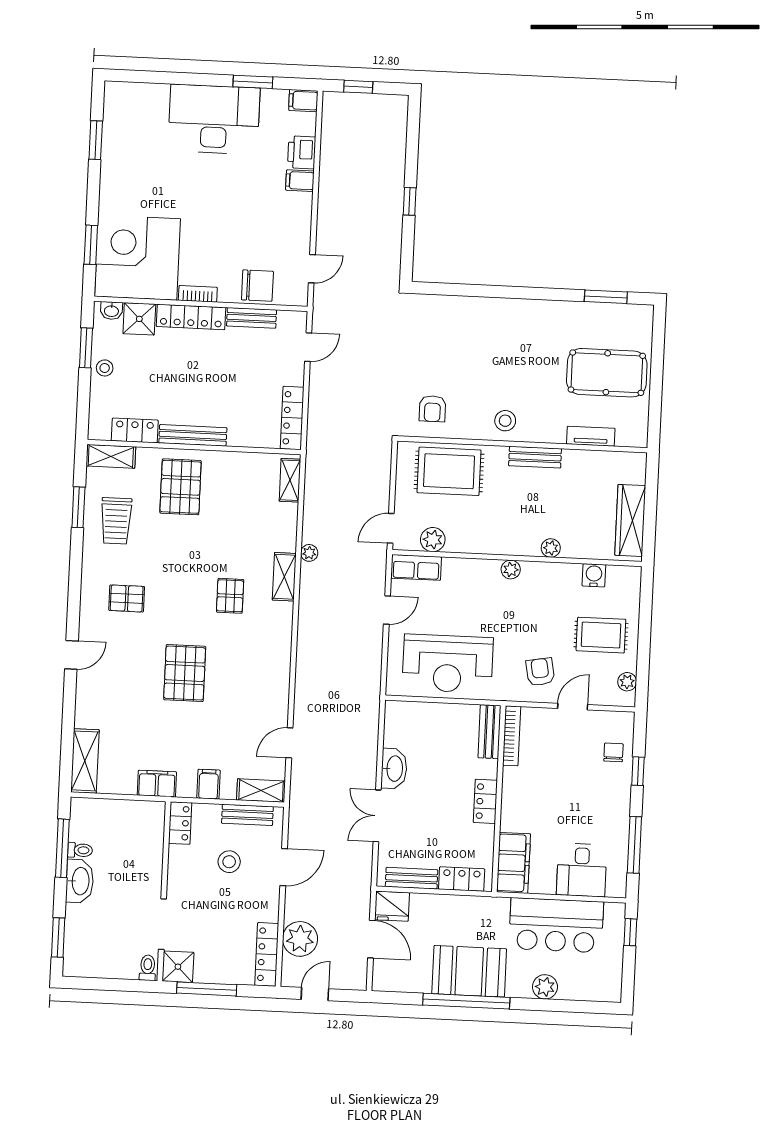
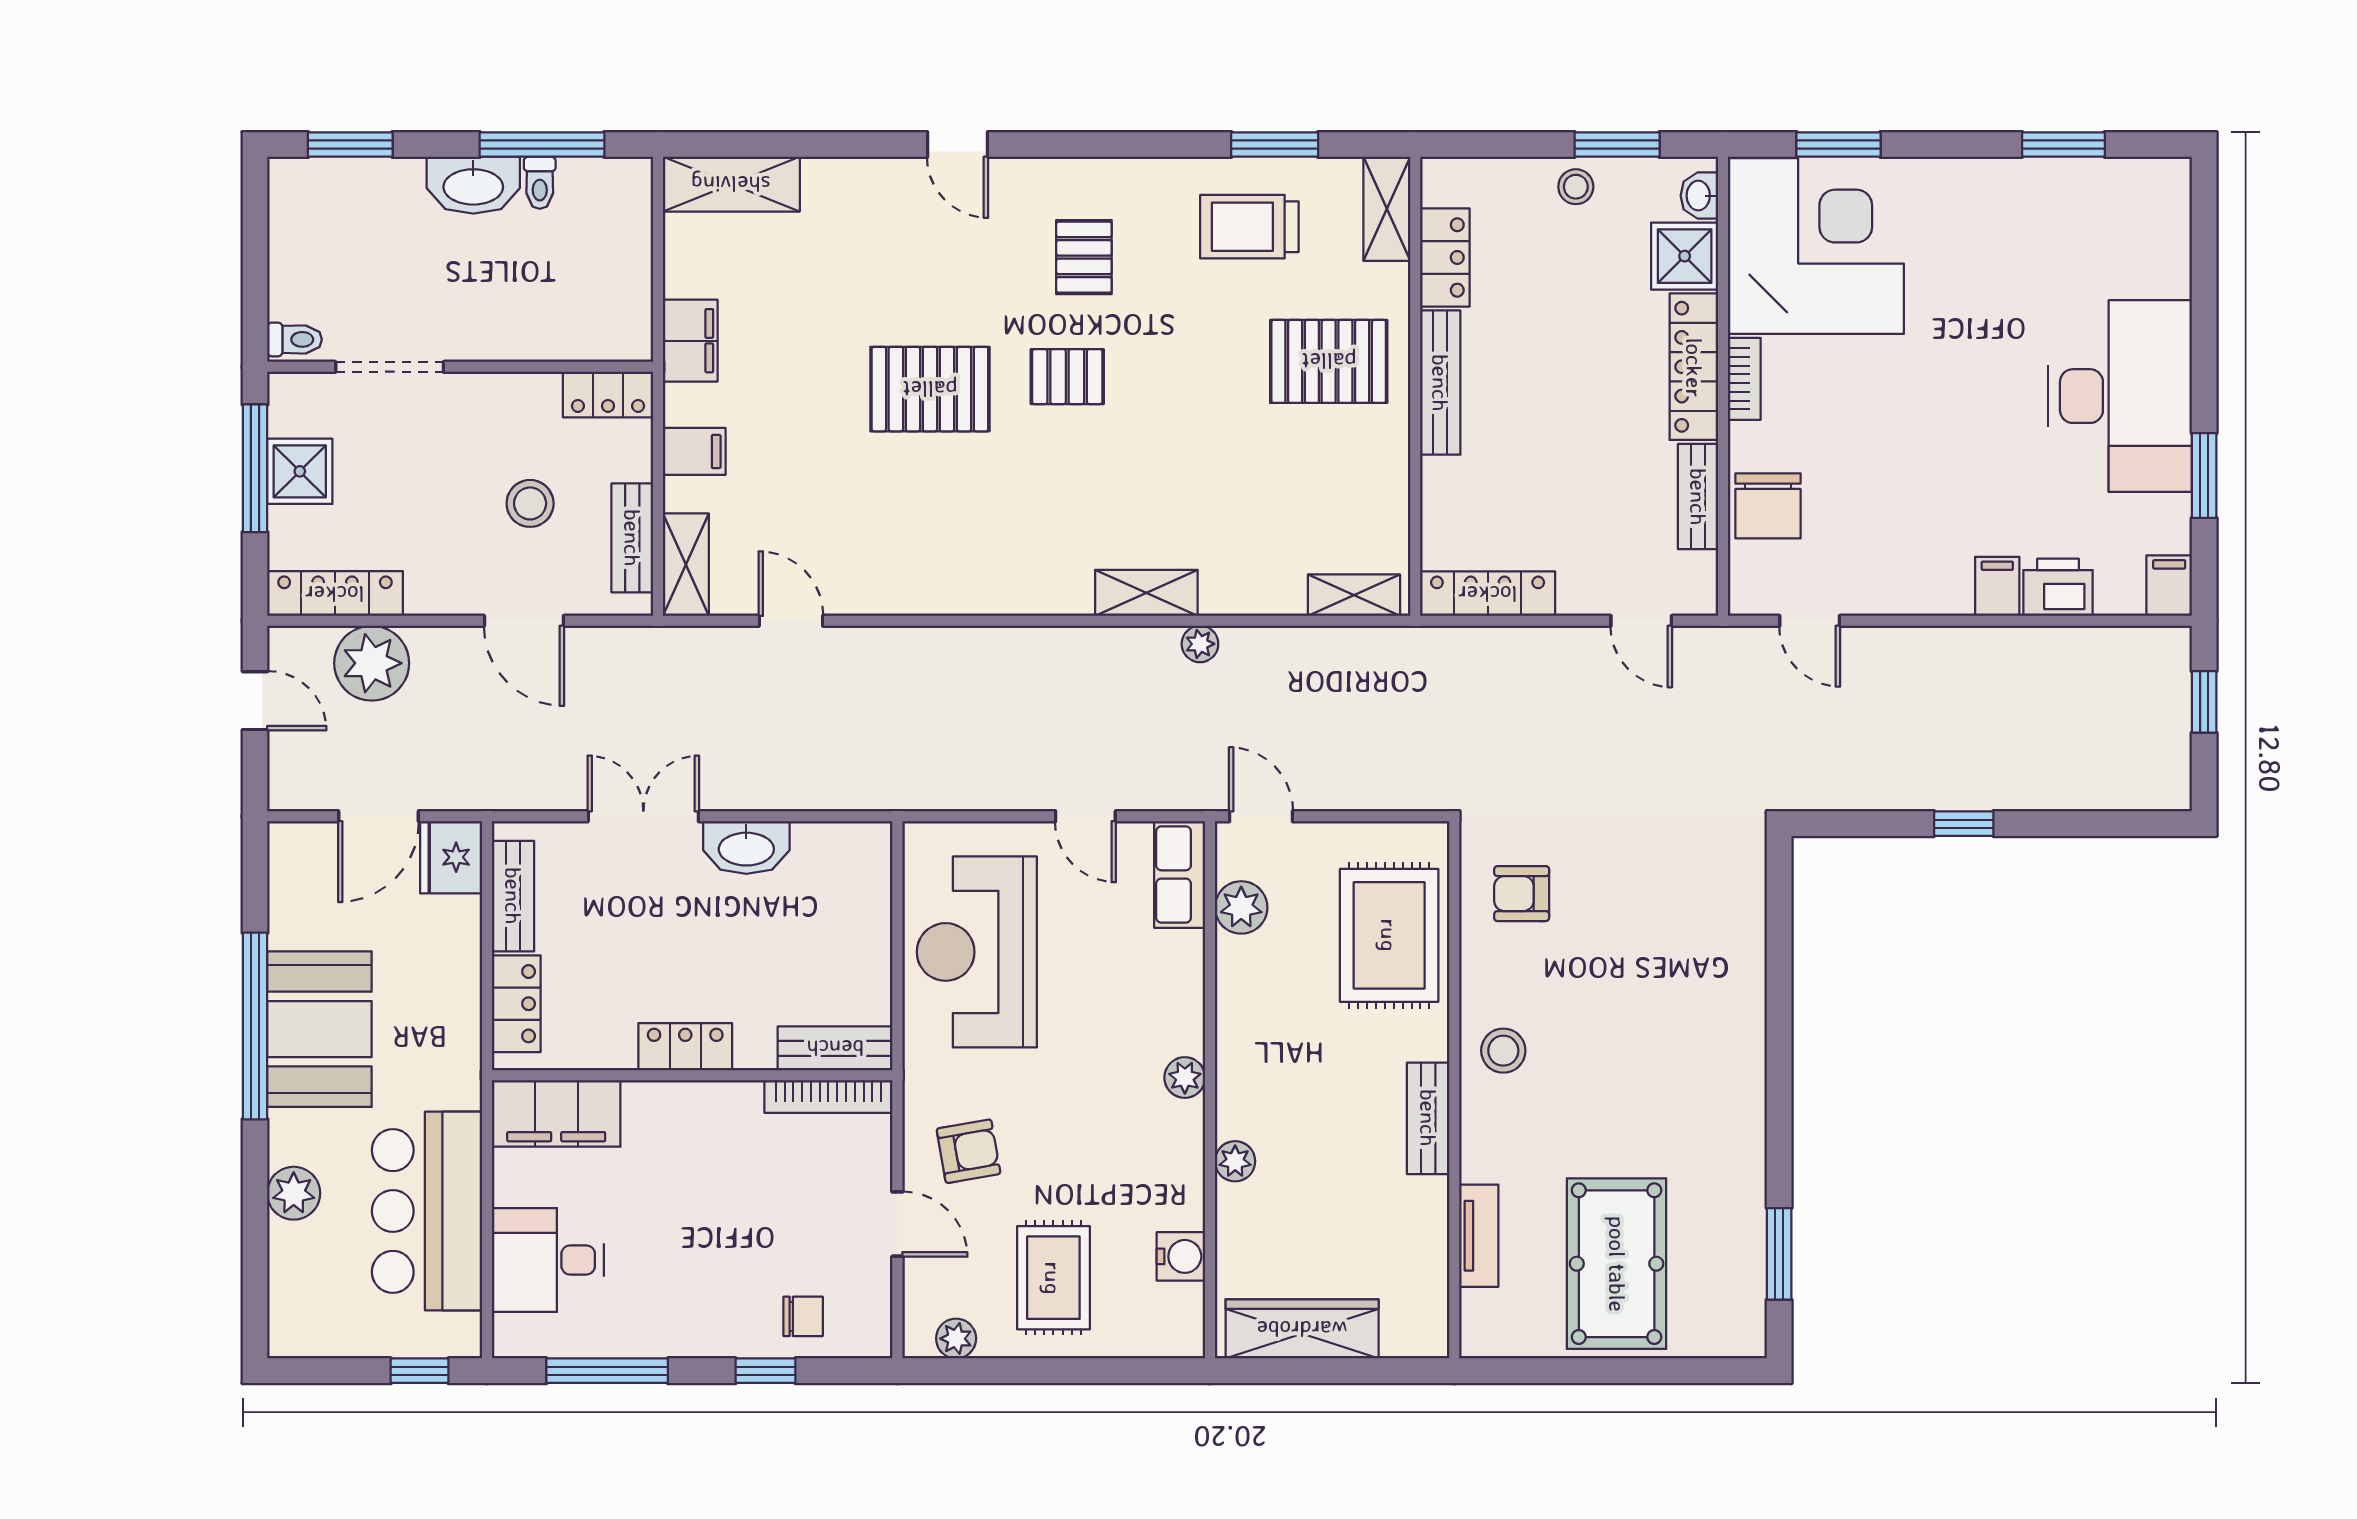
pallet: (230, 596) -> (1067, 377), moved
shower: (178, 967) -> (300, 471), moved

